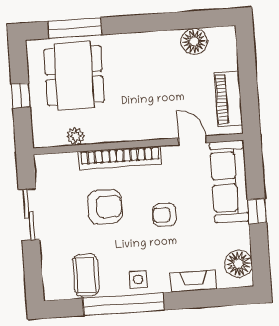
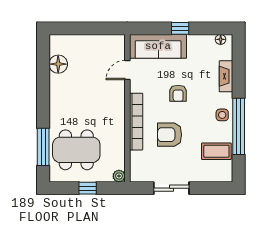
piano: (228, 99) -> (100, 43), removed
plant: (76, 136) -> (119, 176), moved
armchair: (105, 207) -> (170, 135), turned -90
floor lamp: (238, 264) -> (221, 39), width x0.53, depth x0.53

